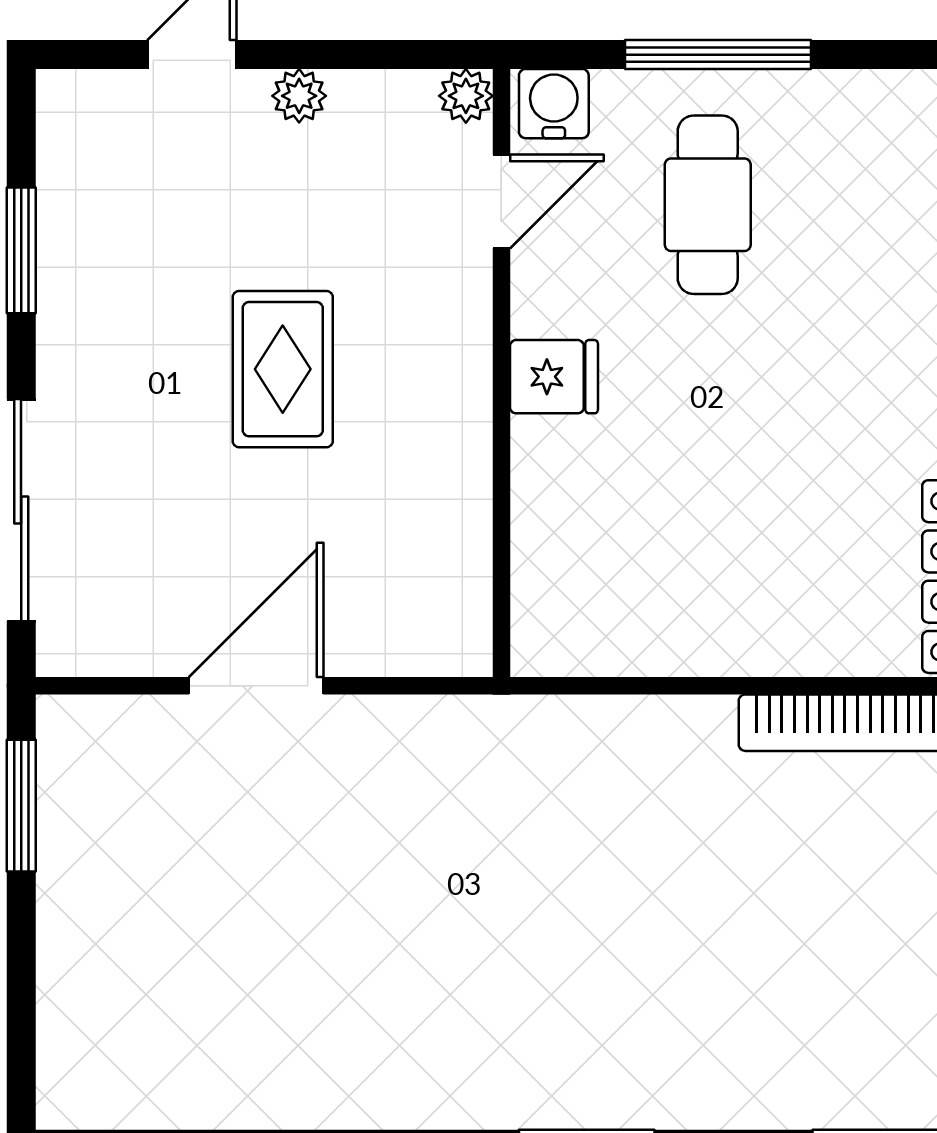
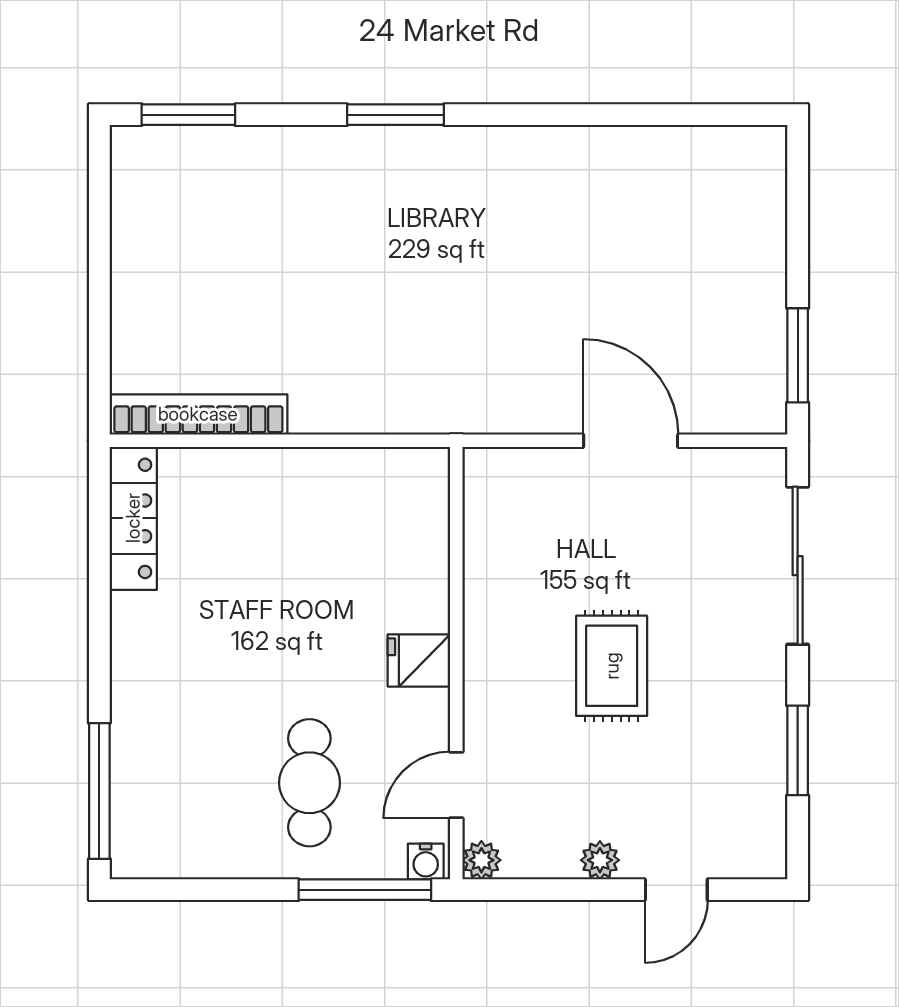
window: (718, 55) -> (365, 890), moved
water cooler: (554, 104) -> (426, 861), width x0.72, depth x0.72
door: (256, 686) -> (631, 441), swing flipped

